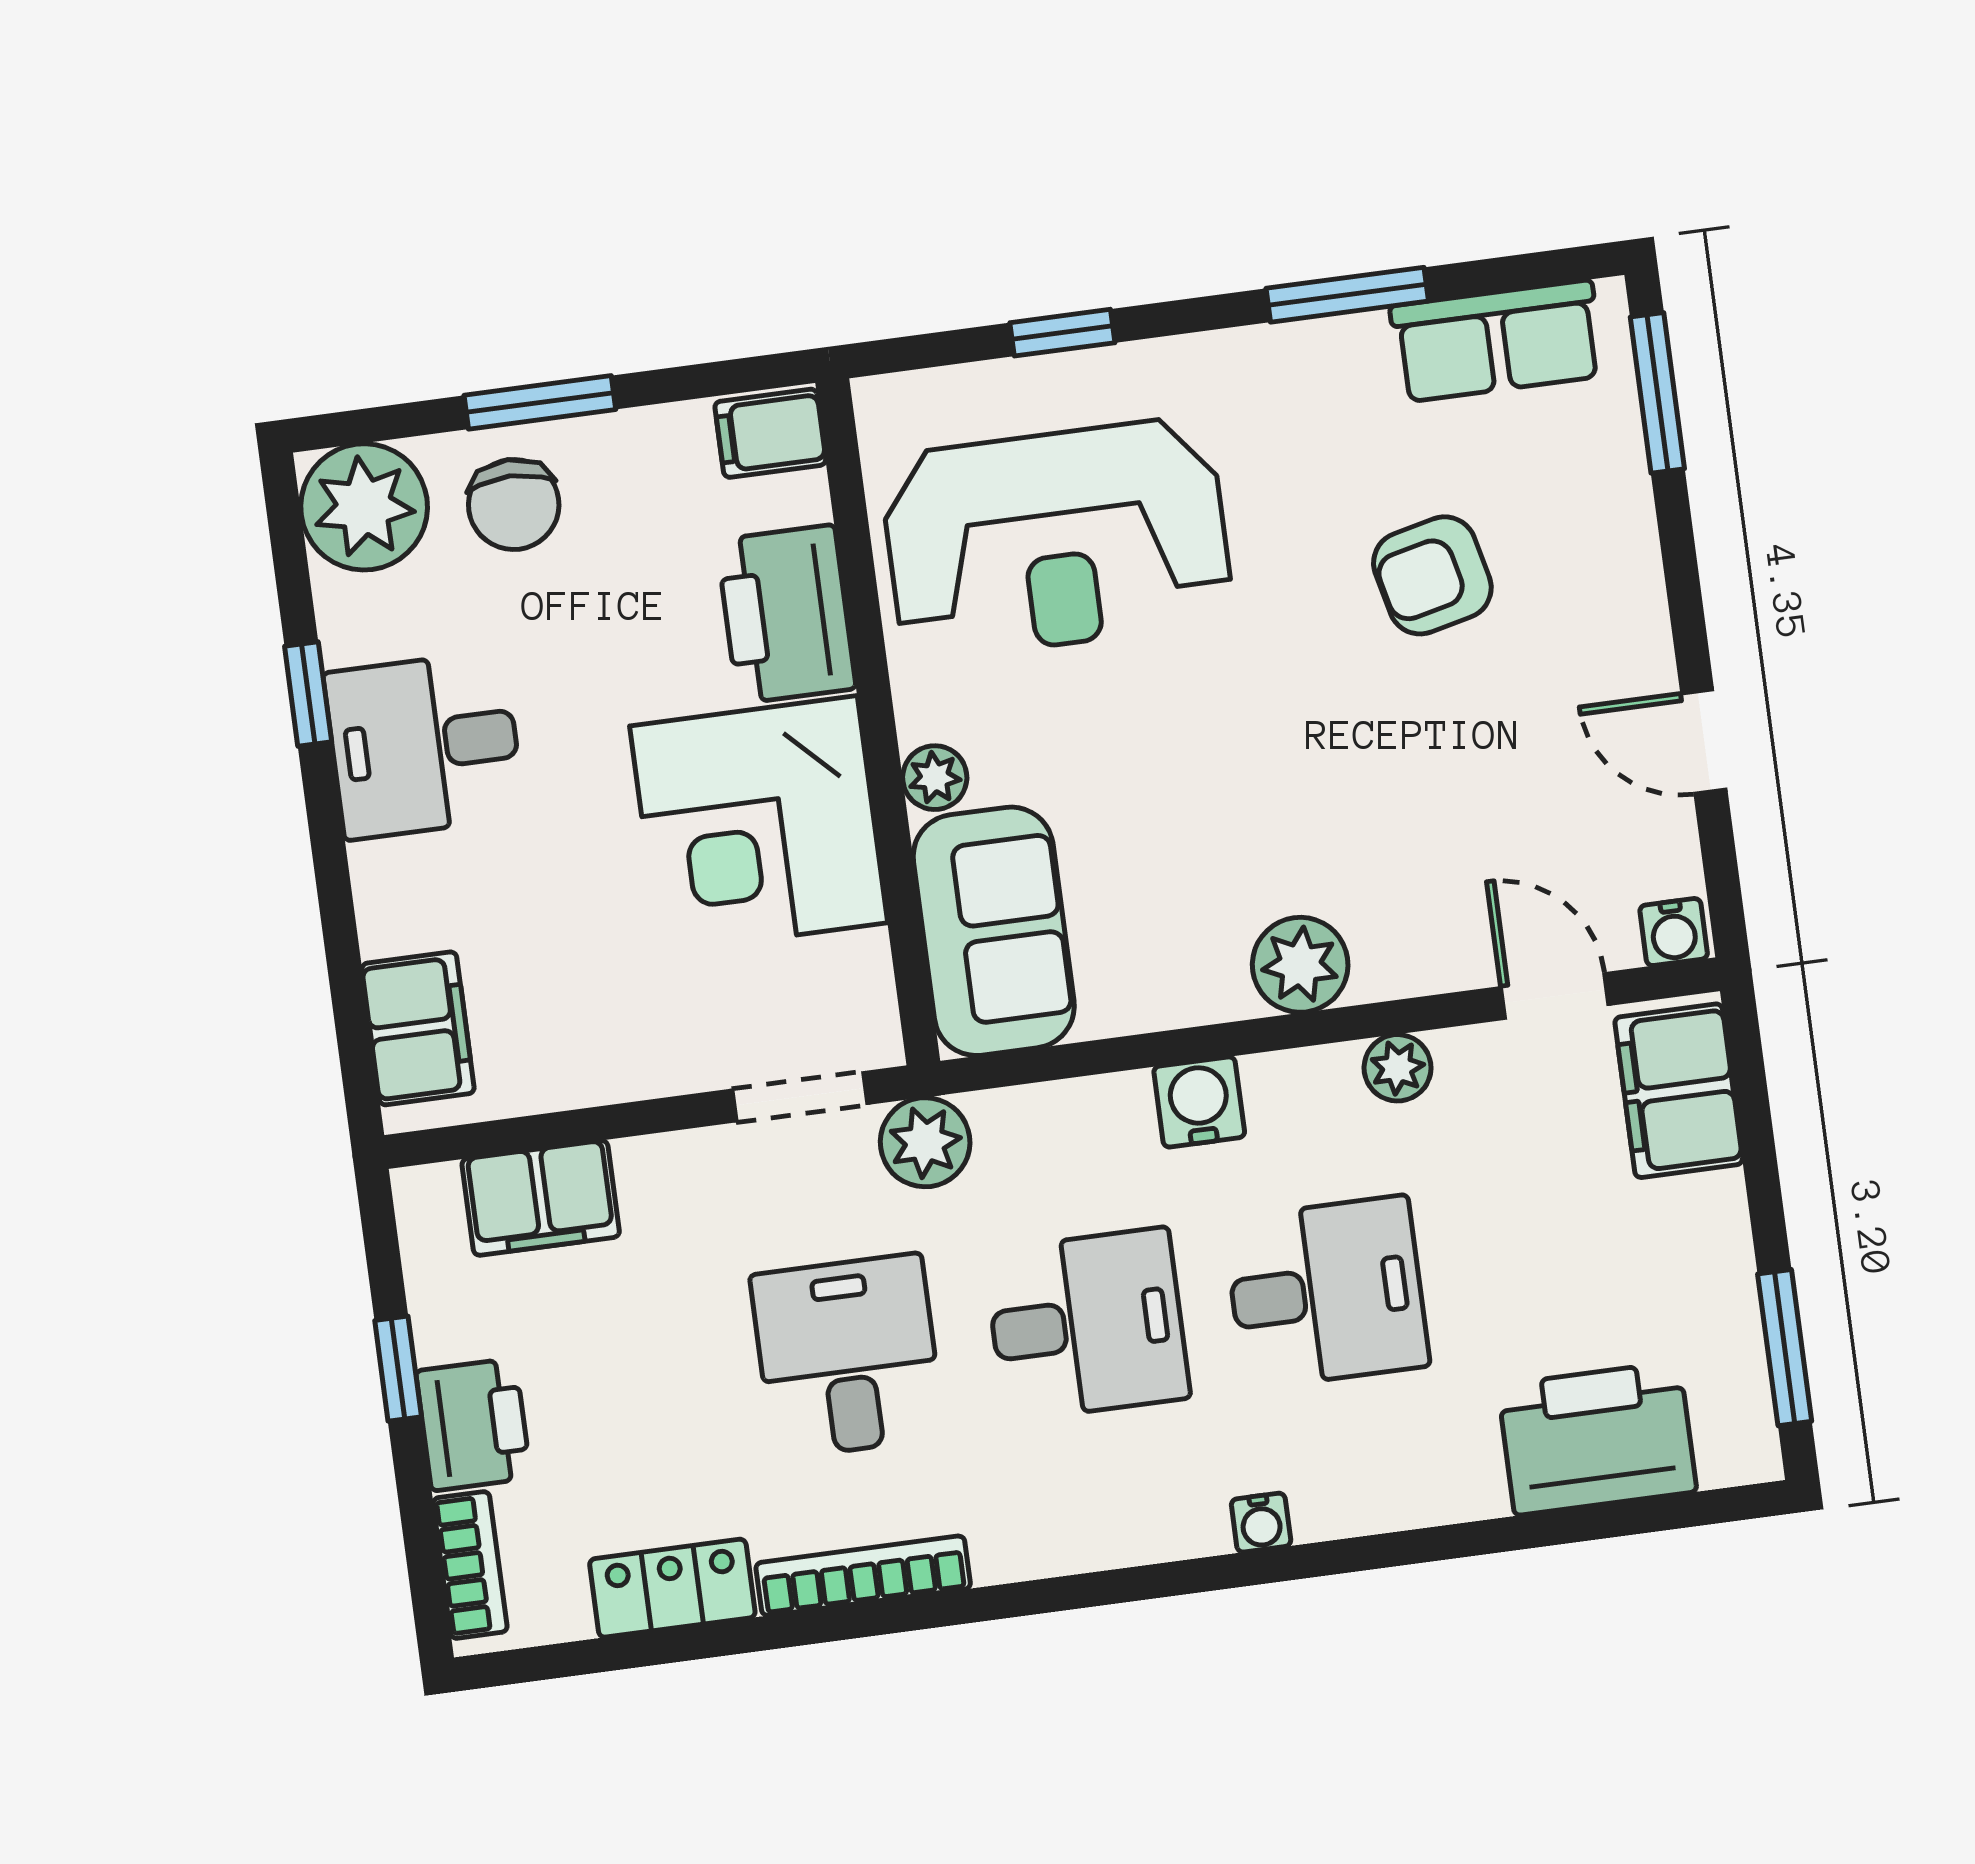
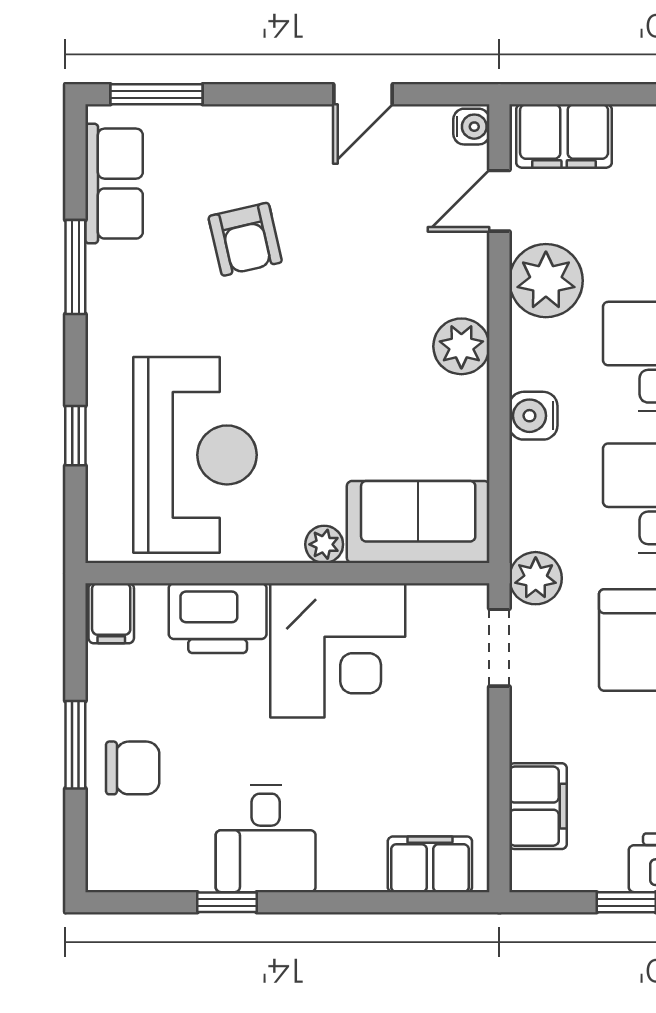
plant: (364, 507) -> (122, 855), removed
plant: (1398, 1068) -> (546, 281), width x1.88, depth x1.88

